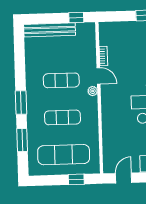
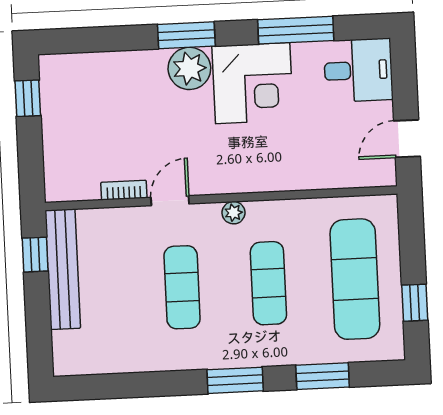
bench: (50, 30) -> (63, 269), moved
plant: (93, 91) -> (233, 213), moved
door: (124, 178) -> (407, 139), hinge flipped
window: (76, 179) -> (415, 303), moved

